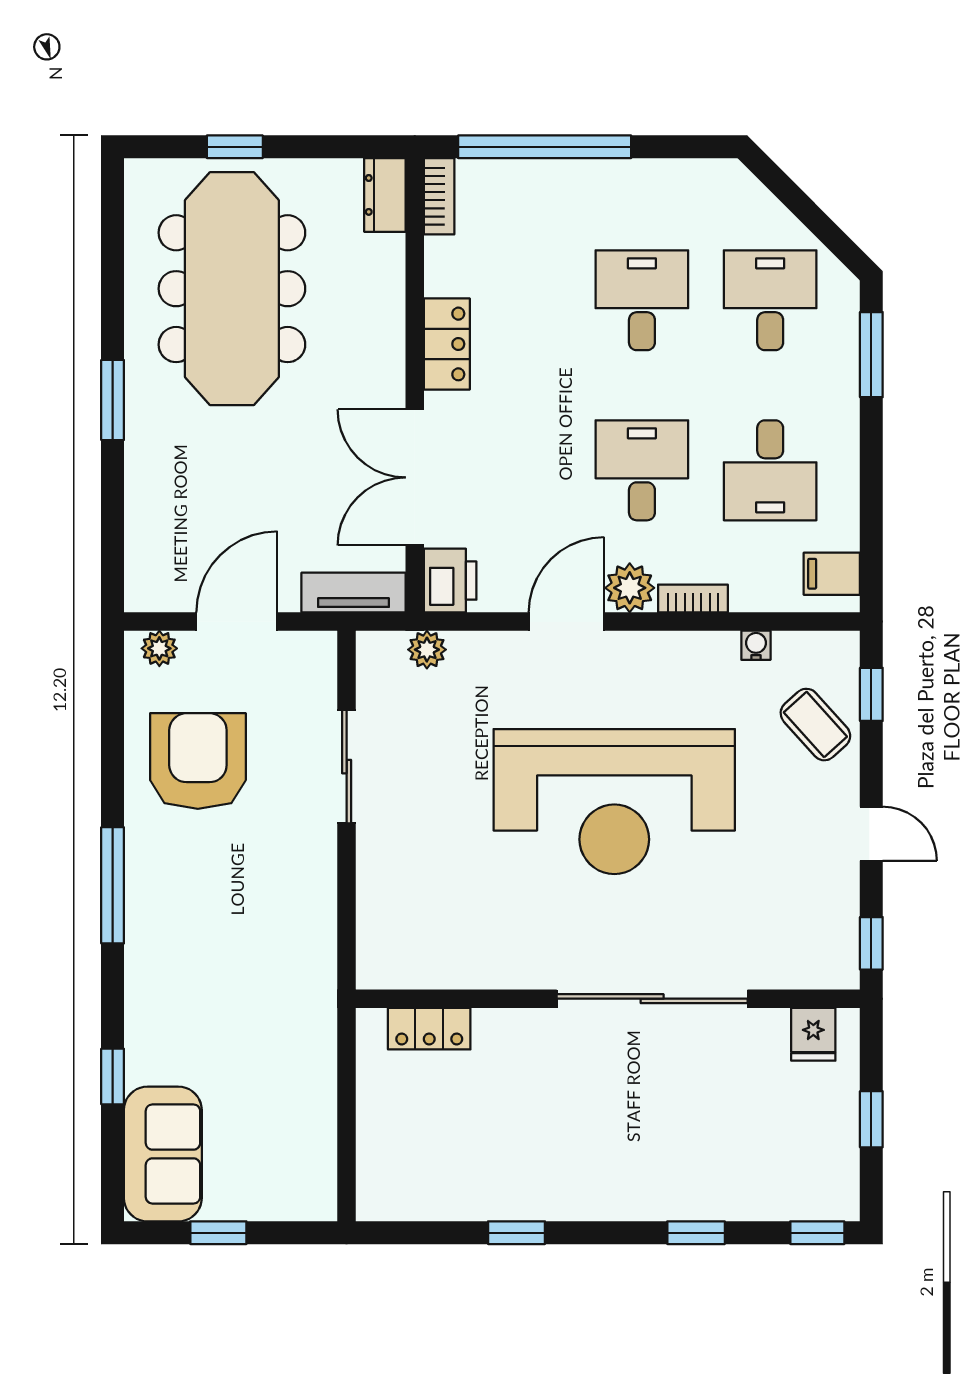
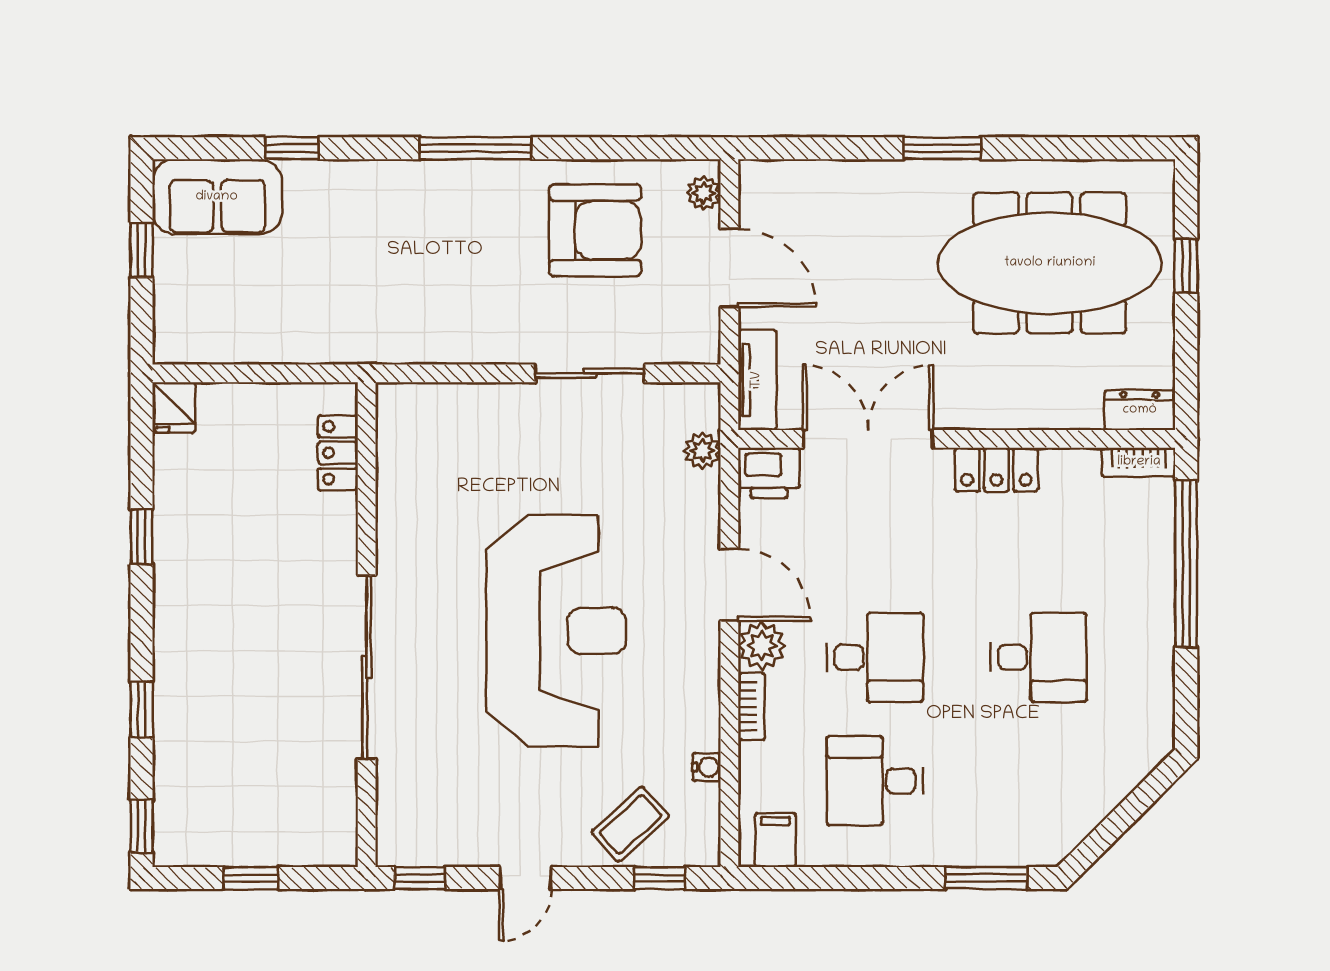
desk: (770, 300) -> (1038, 781), removed
reception desk: (614, 802) -> (556, 631), turned 180
fridge: (813, 1034) -> (174, 407), moved, turned -90

